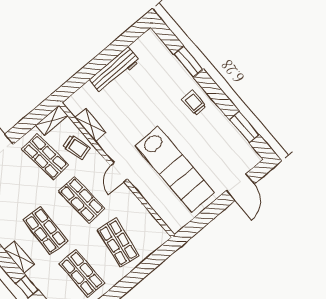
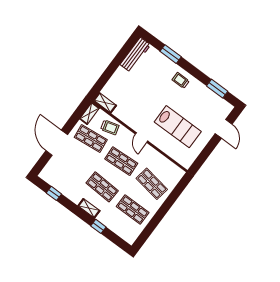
workbench: (115, 70) -> (135, 55), moved
shelving: (91, 125) -> (105, 103), moved
lab bench: (175, 169) -> (178, 127), width x0.73

